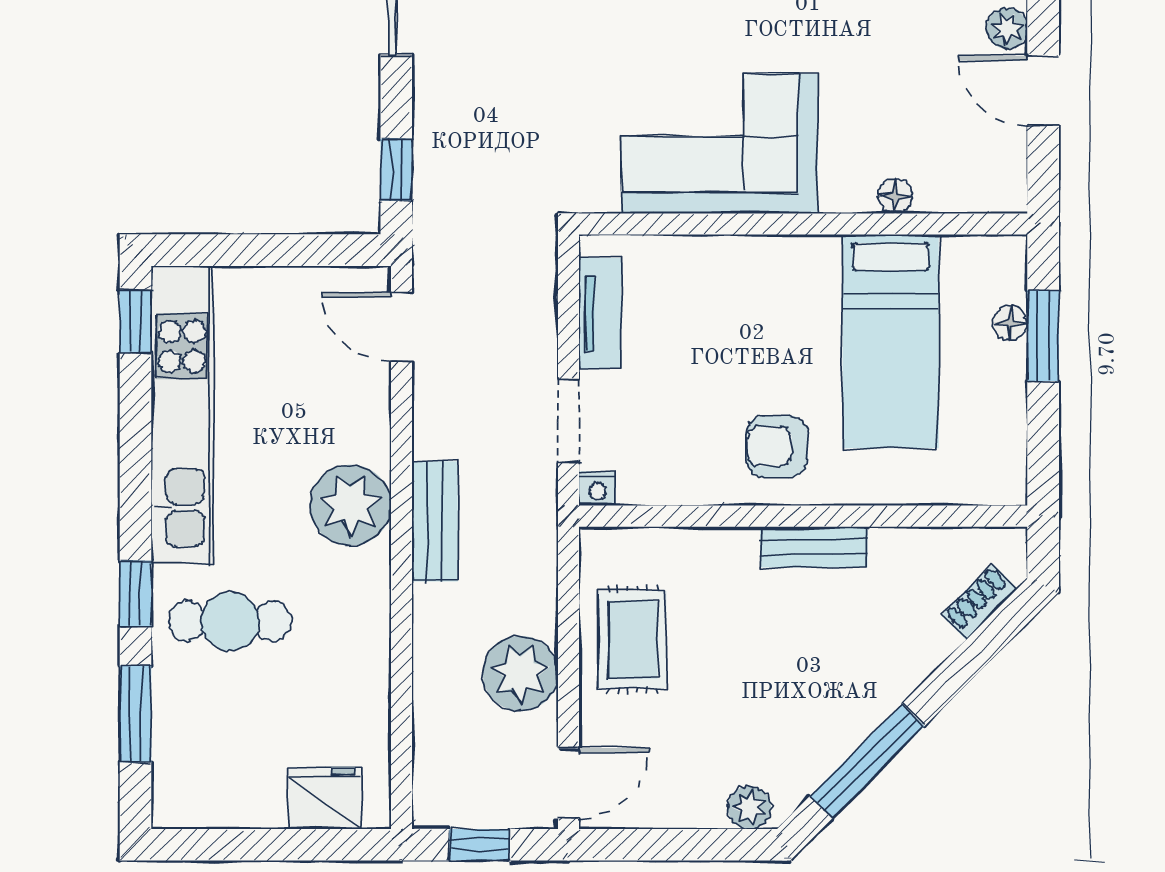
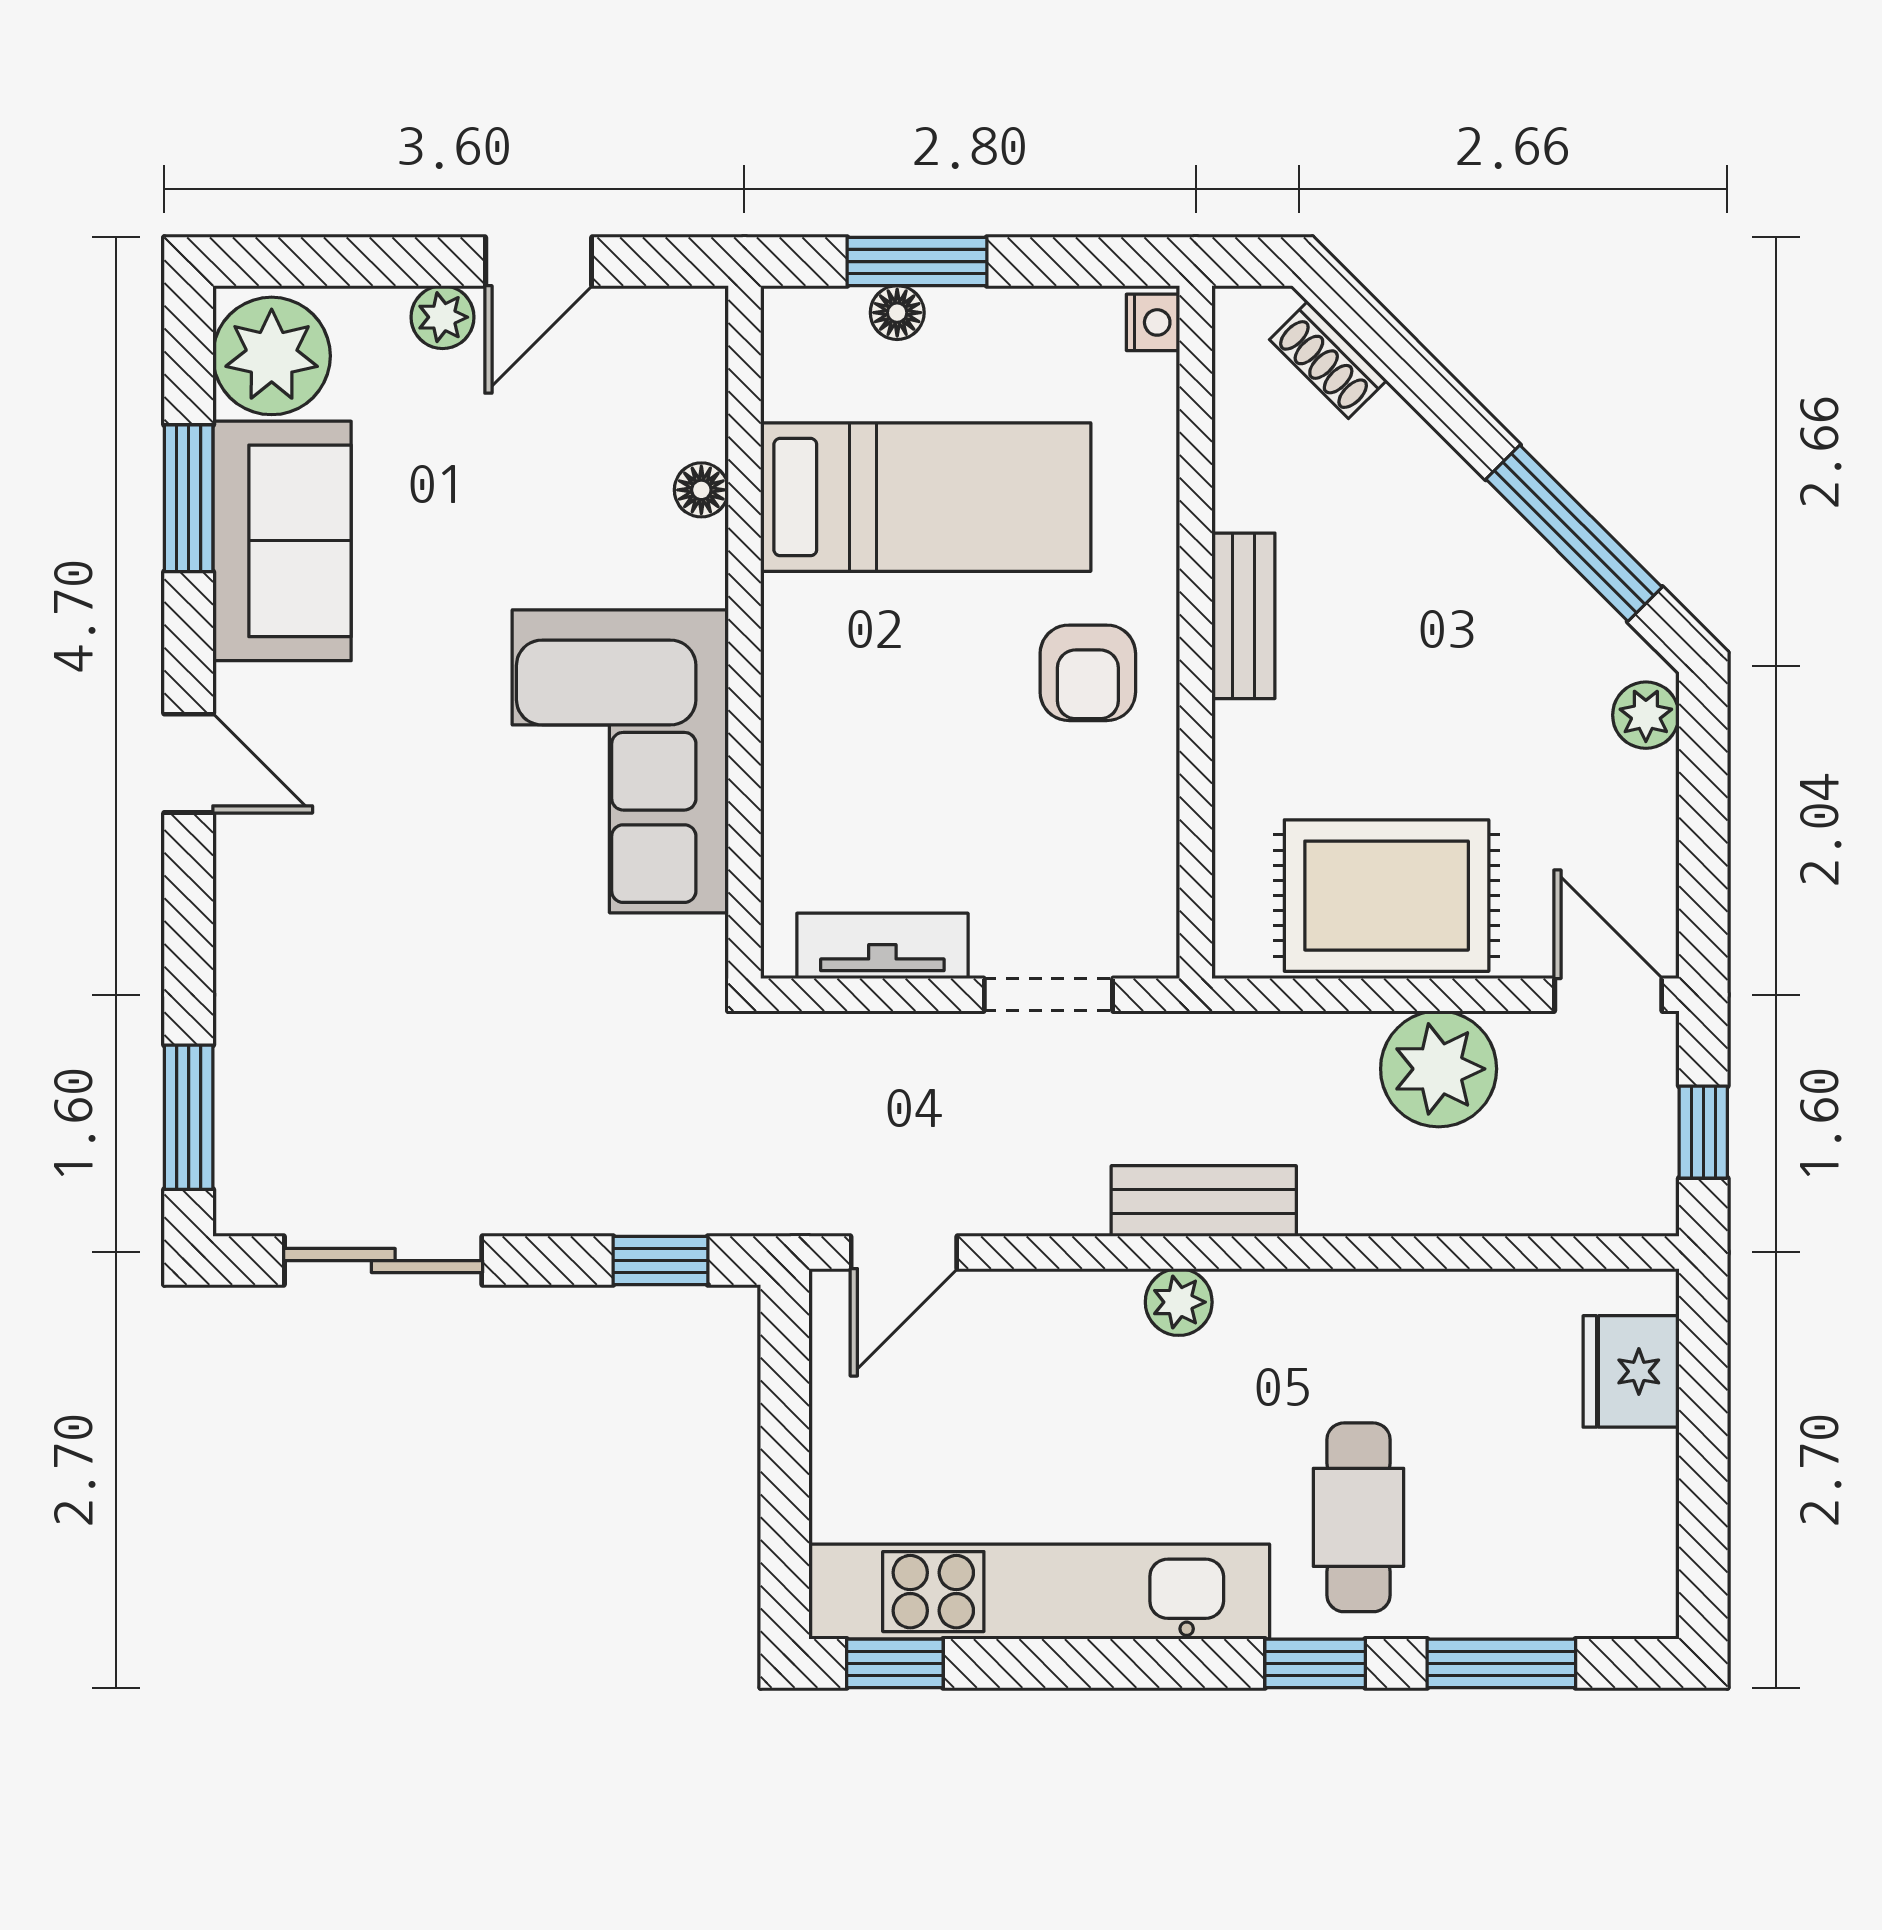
nightstand: (597, 488) -> (1153, 322), moved
plant: (350, 505) -> (1179, 1302), width x0.53, depth x0.53
rug: (633, 640) -> (1387, 896), width x1.36, depth x1.43

